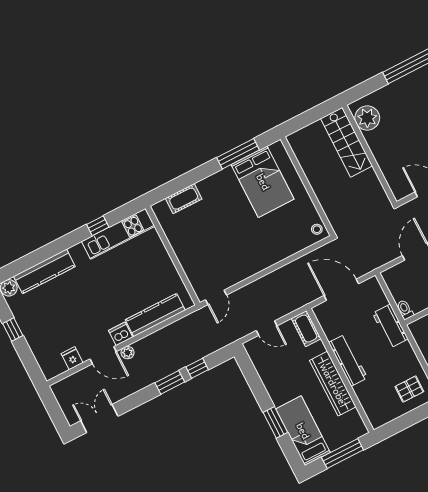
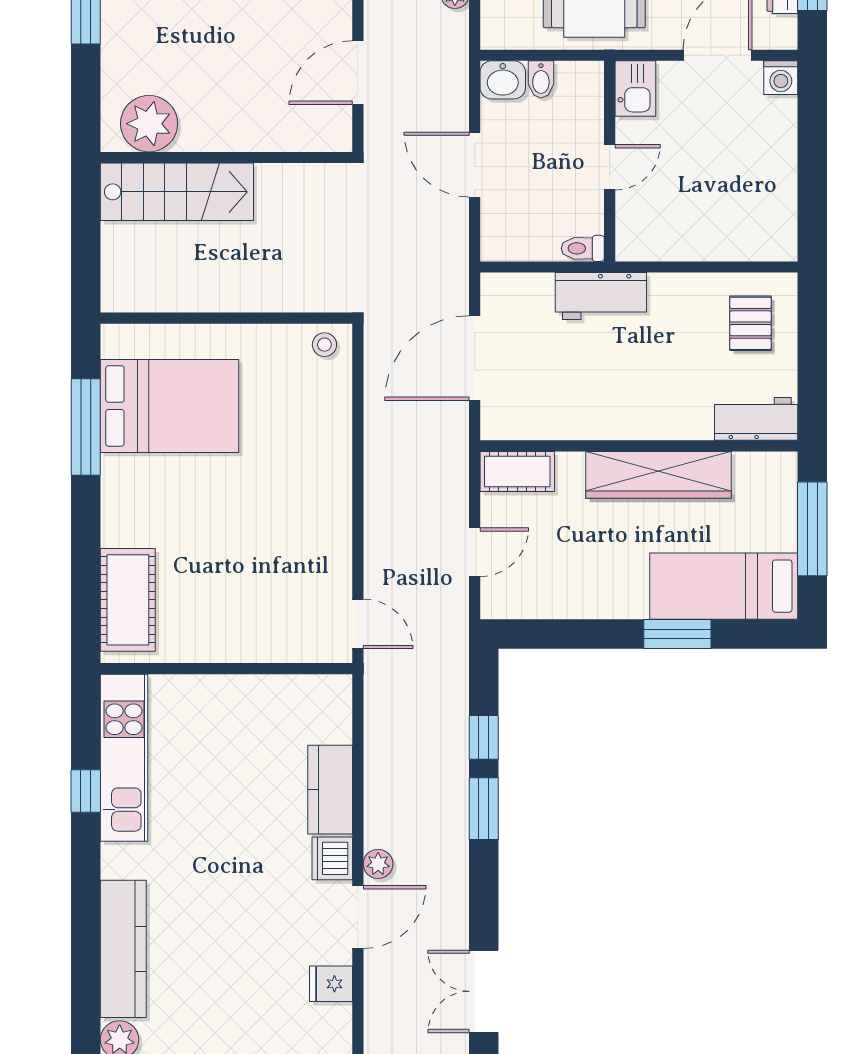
cot: (184, 199) -> (128, 600), width x1.37, depth x1.34
kitchen counter: (155, 315) -> (330, 790), width x0.67
workbench: (348, 360) -> (756, 419), moved, width x0.73

